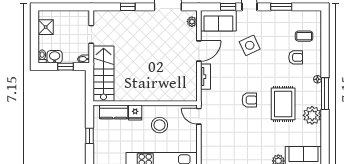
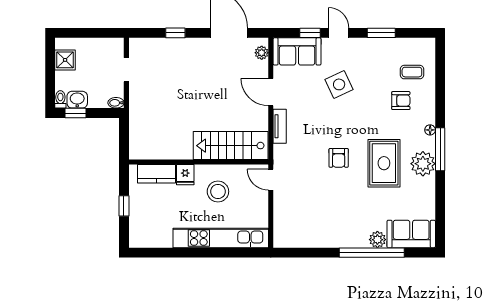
door: (199, 51) -> (271, 92), swing flipped
window: (66, 67) -> (75, 113), moved
stairs: (104, 74) -> (231, 146), moved, turned -90
armchair: (249, 100) -> (339, 158), turned 90
plant: (312, 115) -> (423, 164), moved

